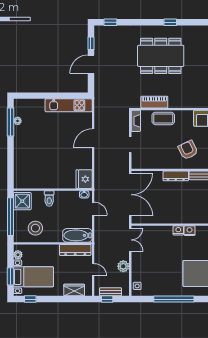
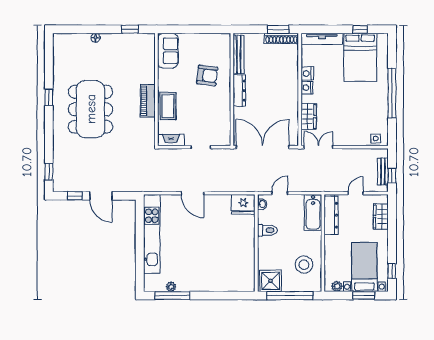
piano: (154, 102) -> (148, 101), moved
kitchen unit: (69, 105) -> (152, 234), width x1.36
armchair: (188, 150) -> (207, 75), turned -147
toilet: (49, 199) -> (267, 230), moved
wardrobe: (155, 232) -> (309, 116), added
plant: (123, 266) -> (351, 156), removed

